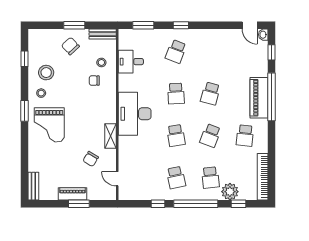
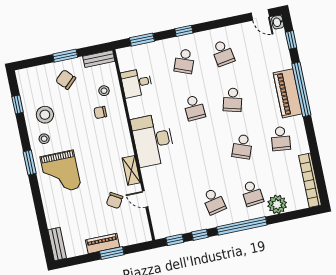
school desk: (176, 136) -> (223, 53), moved
door: (117, 179) -> (145, 199), moved
window: (239, 204) -> (175, 240), moved

